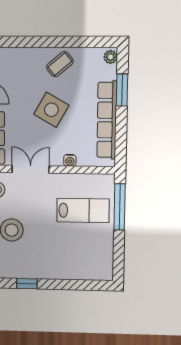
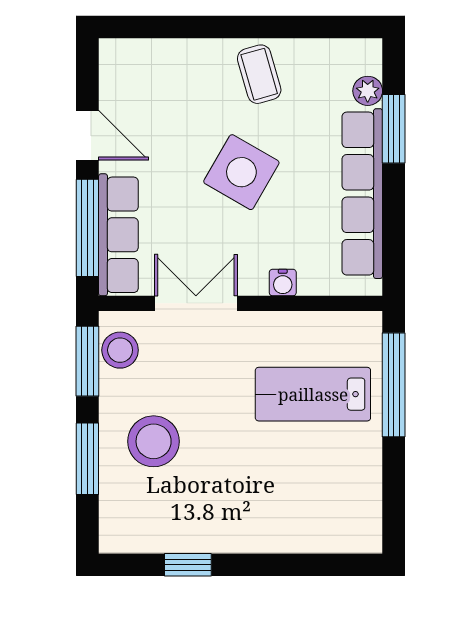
plant: (110, 57) -> (368, 91), moved
coffee table: (60, 64) -> (259, 74), turned -66
lab bench: (83, 211) -> (313, 394), turned 180

